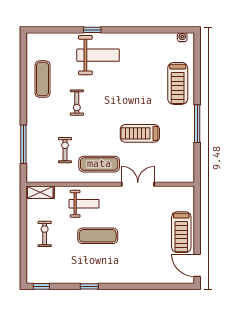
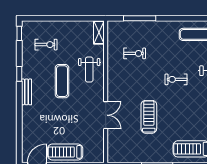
exercise bike: (77, 103) -> (176, 79), moved
exercise mat: (99, 164) -> (123, 82), removed
exercise bike: (45, 234) -> (46, 45), moved
bench: (110, 278) -> (27, 92), added

